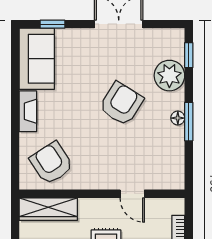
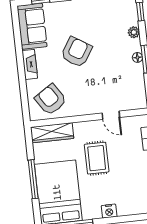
plant: (169, 76) -> (134, 32), width x0.53, depth x0.53
armchair: (121, 104) -> (76, 52), moved

